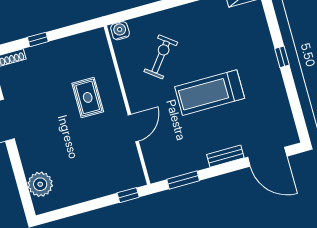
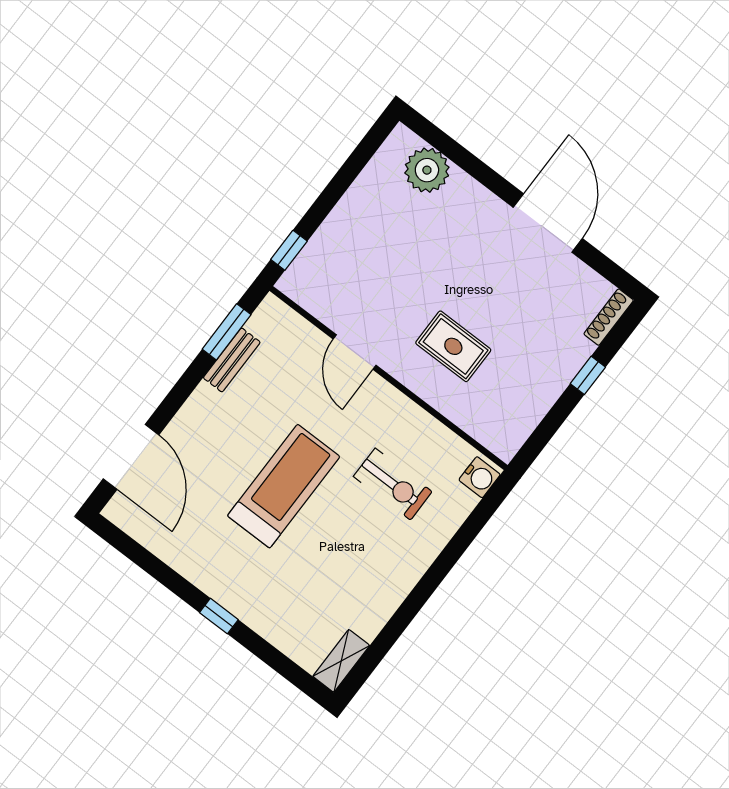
exercise bike: (161, 57) -> (393, 484), turned -38
bench: (225, 156) -> (232, 360), moved
door: (267, 157) -> (131, 457), swing flipped

